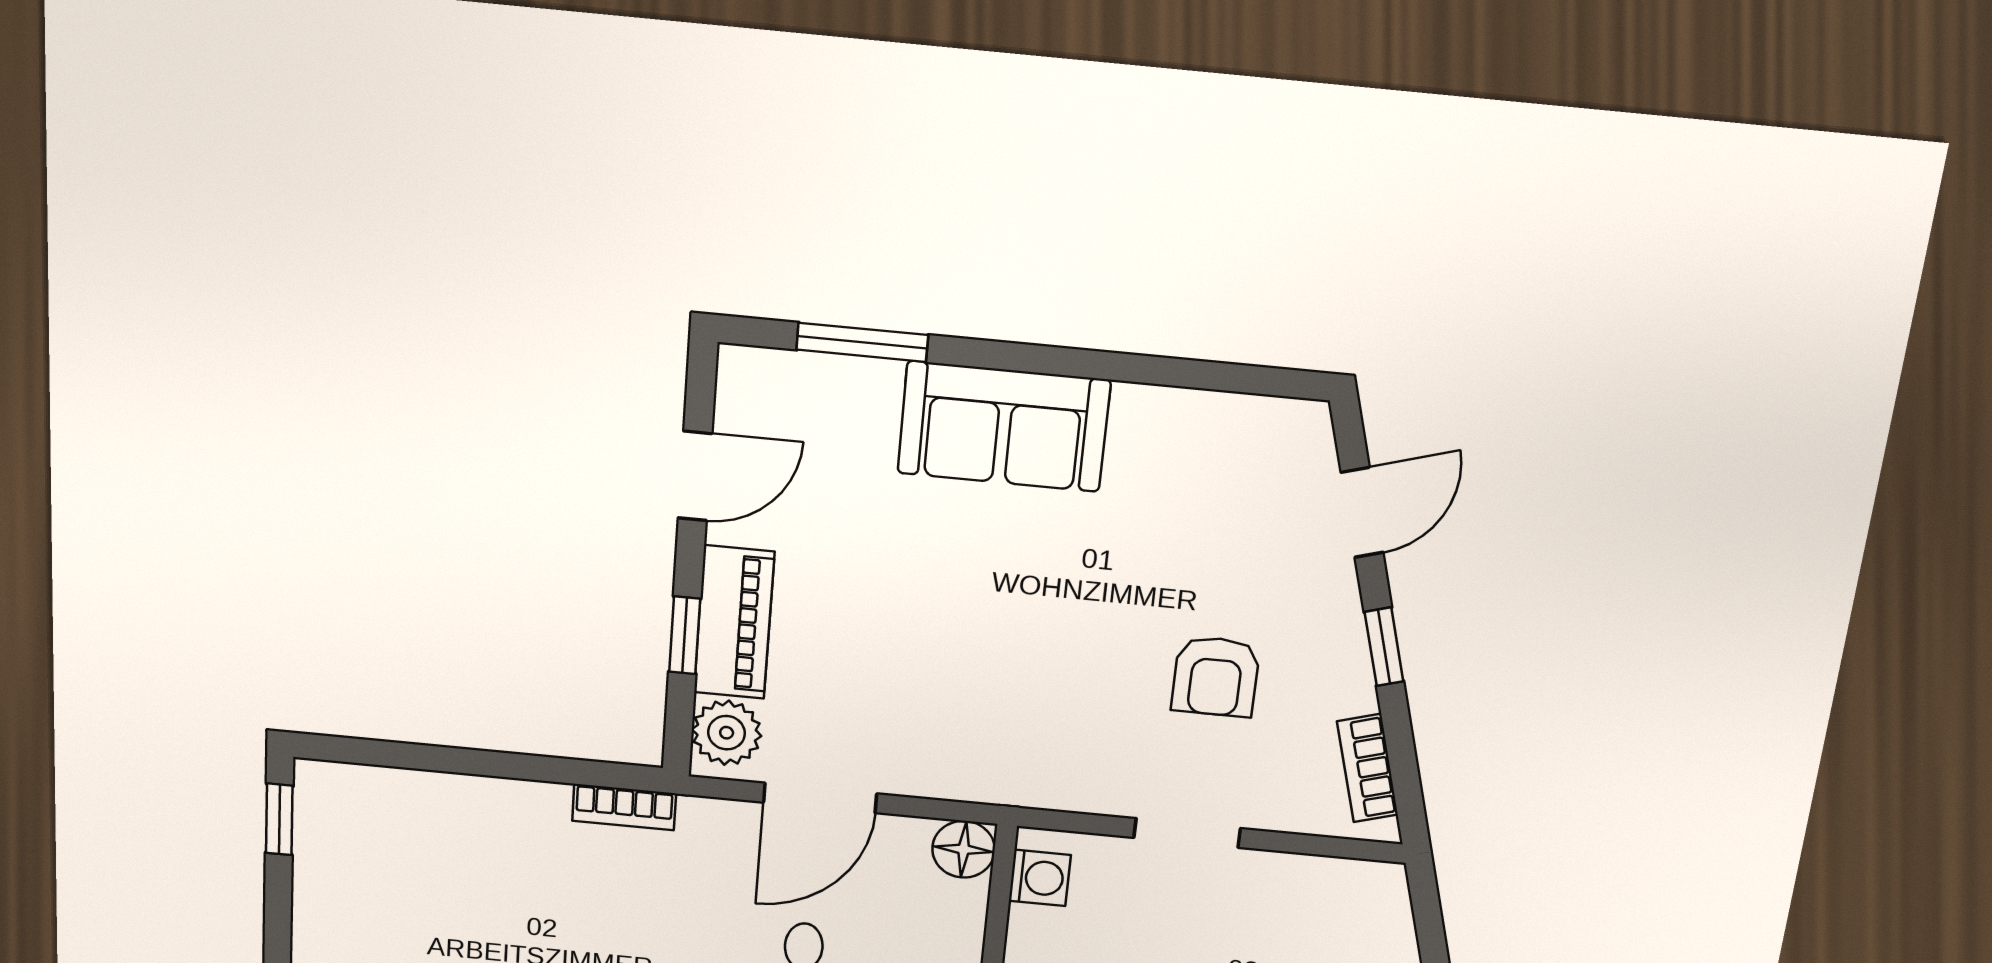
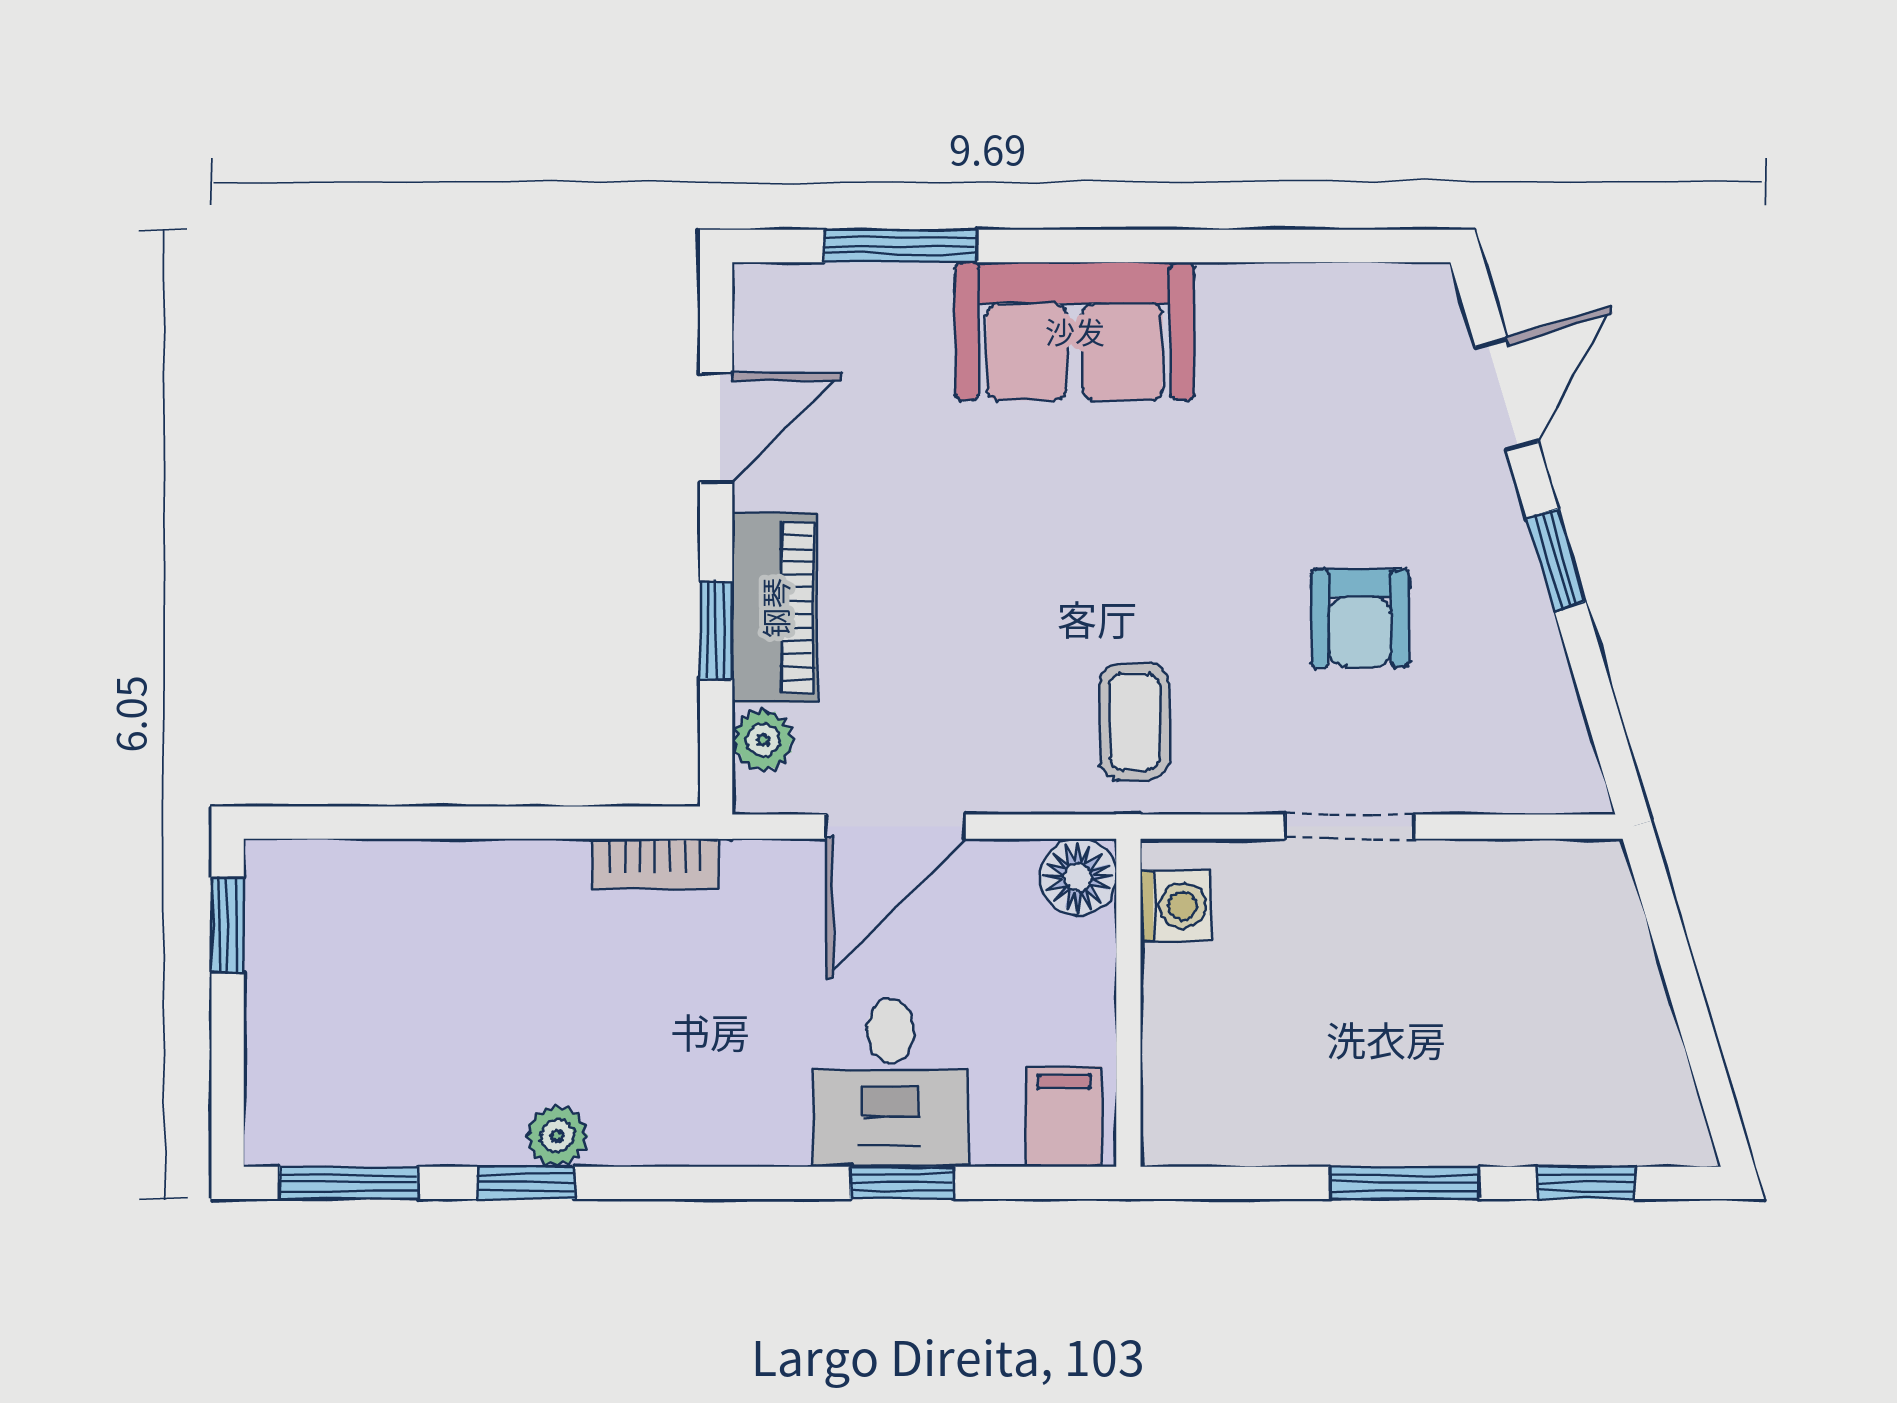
plant: (727, 733) -> (763, 740), width x0.73, depth x0.73
coffee table: (1022, 738) -> (1135, 722), added
bookcase: (1367, 768) -> (1558, 718), removed

